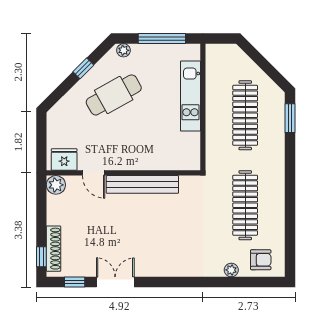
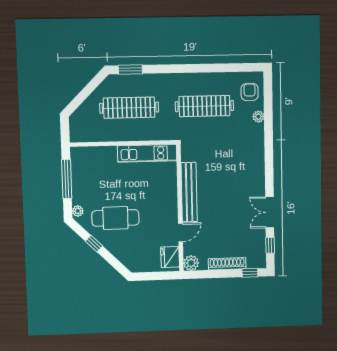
cafe table: (114, 95) -> (115, 218), turned -61
kitchen unit: (190, 96) -> (147, 153), moved
shoe rack: (54, 249) -> (227, 264), moved

